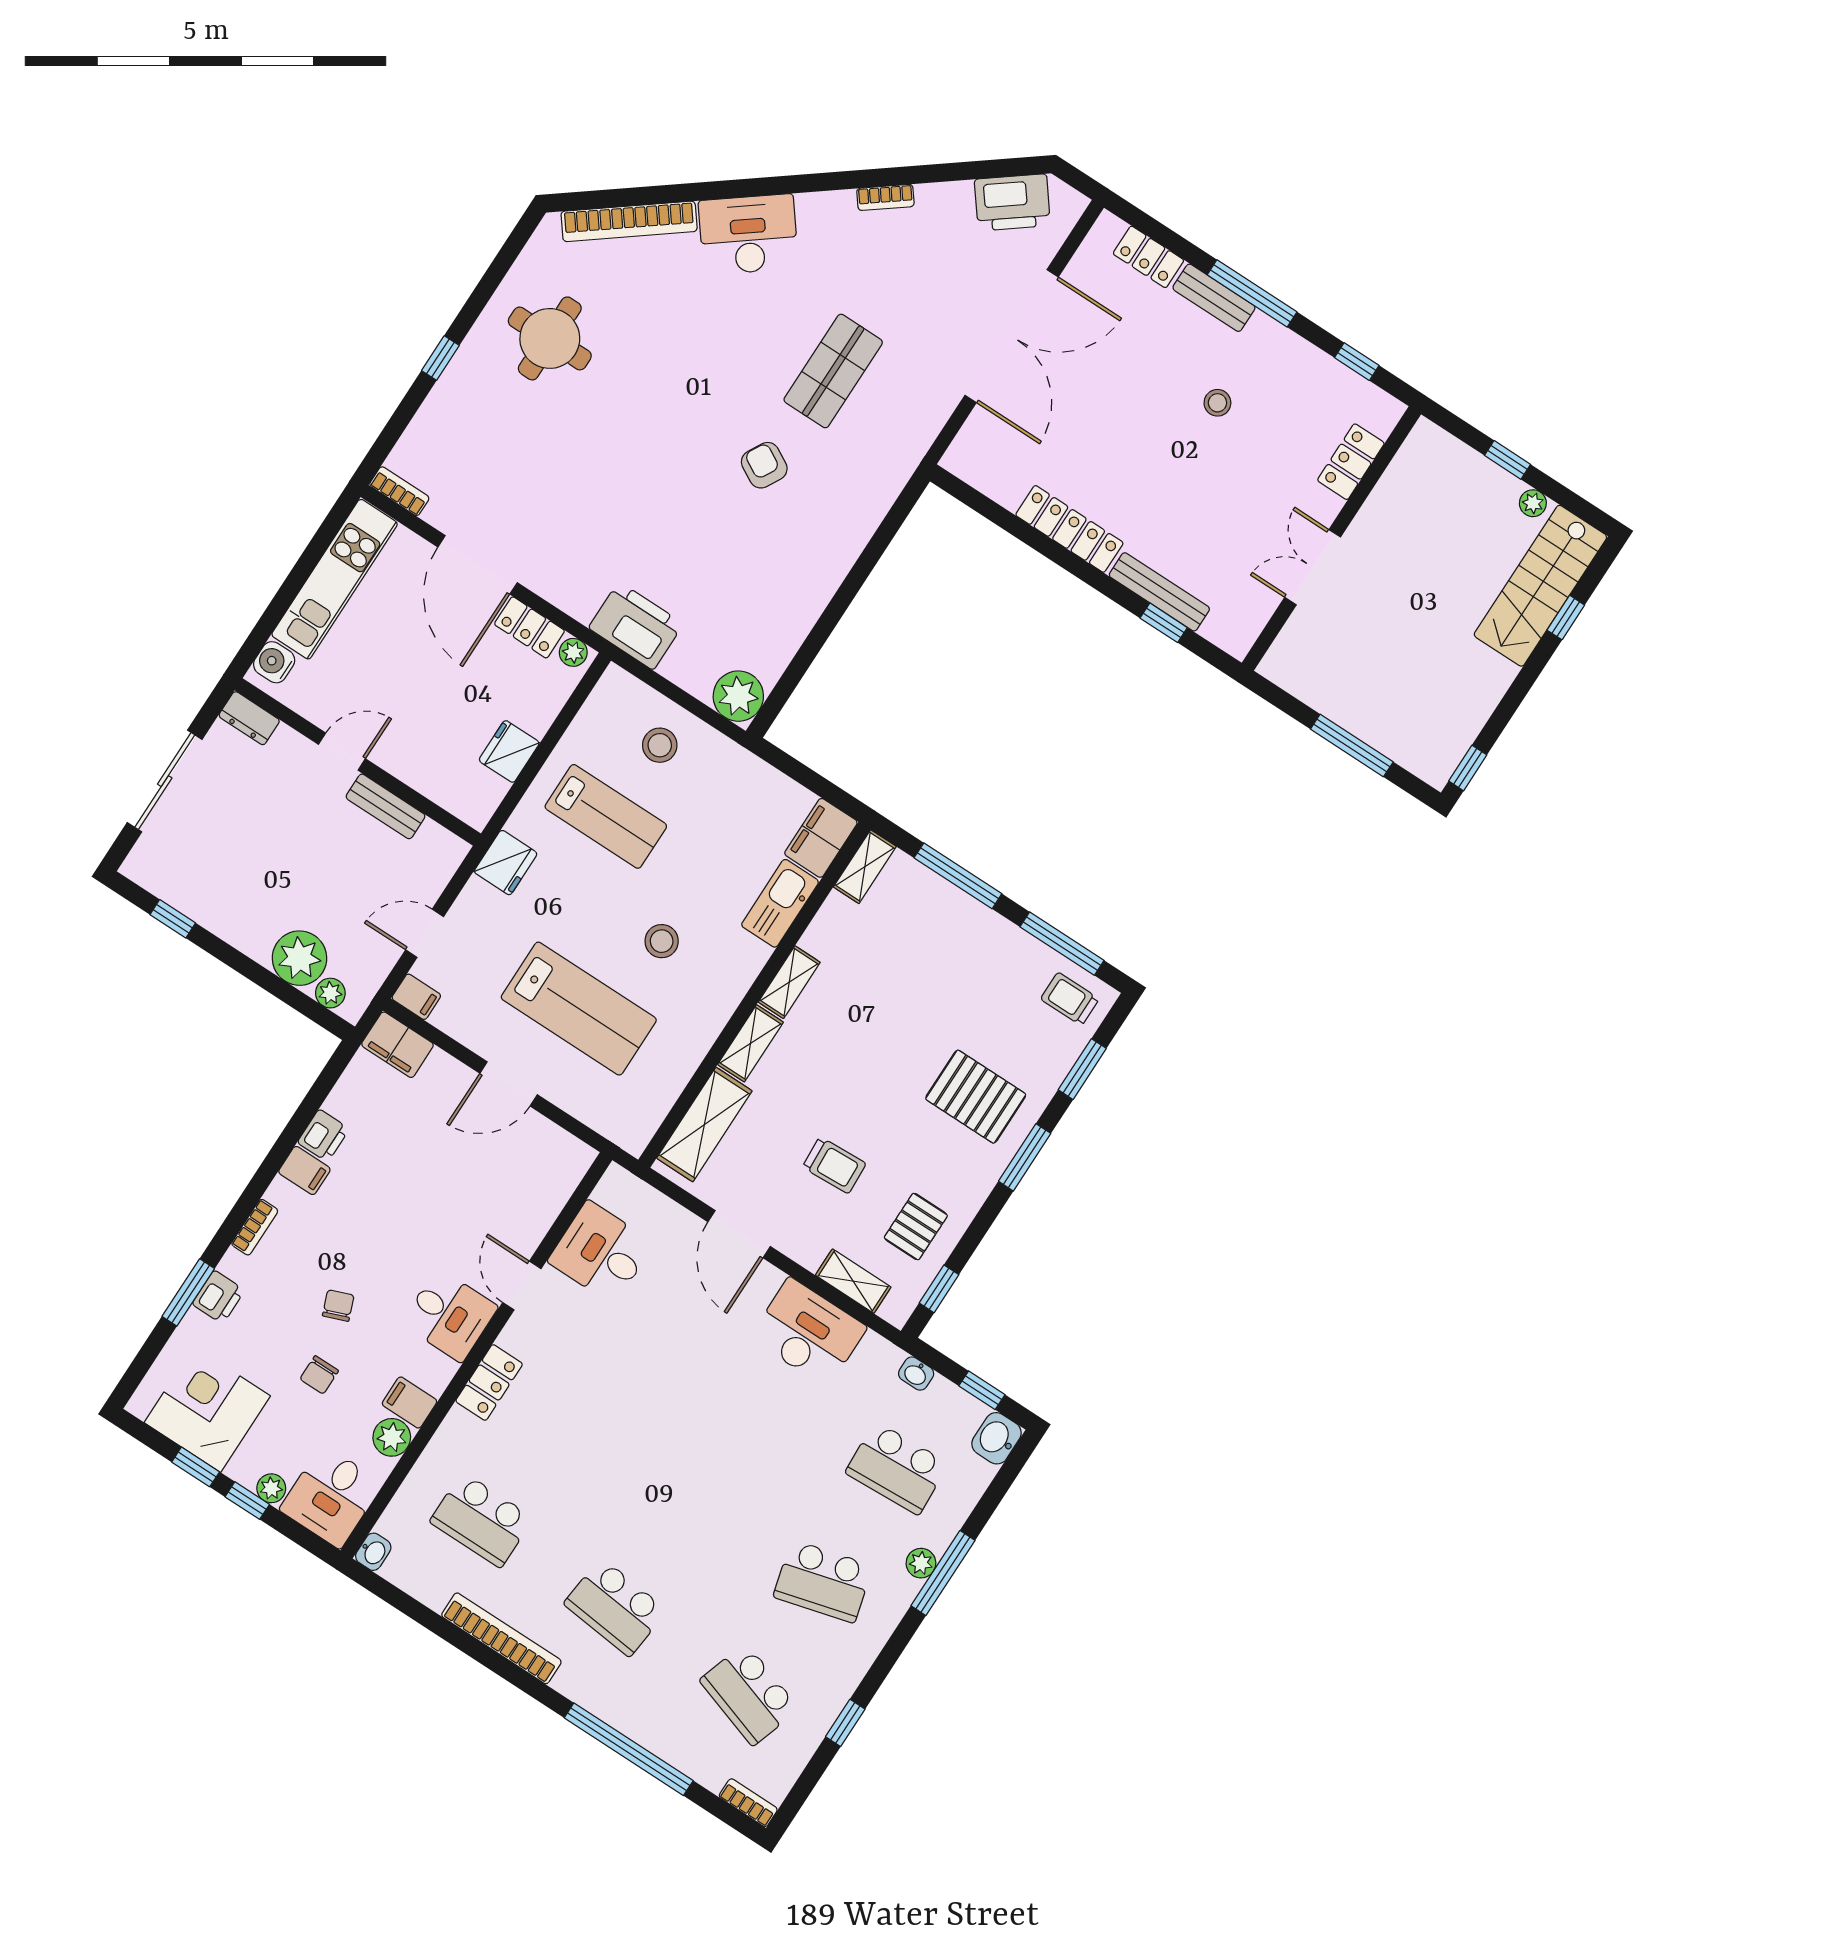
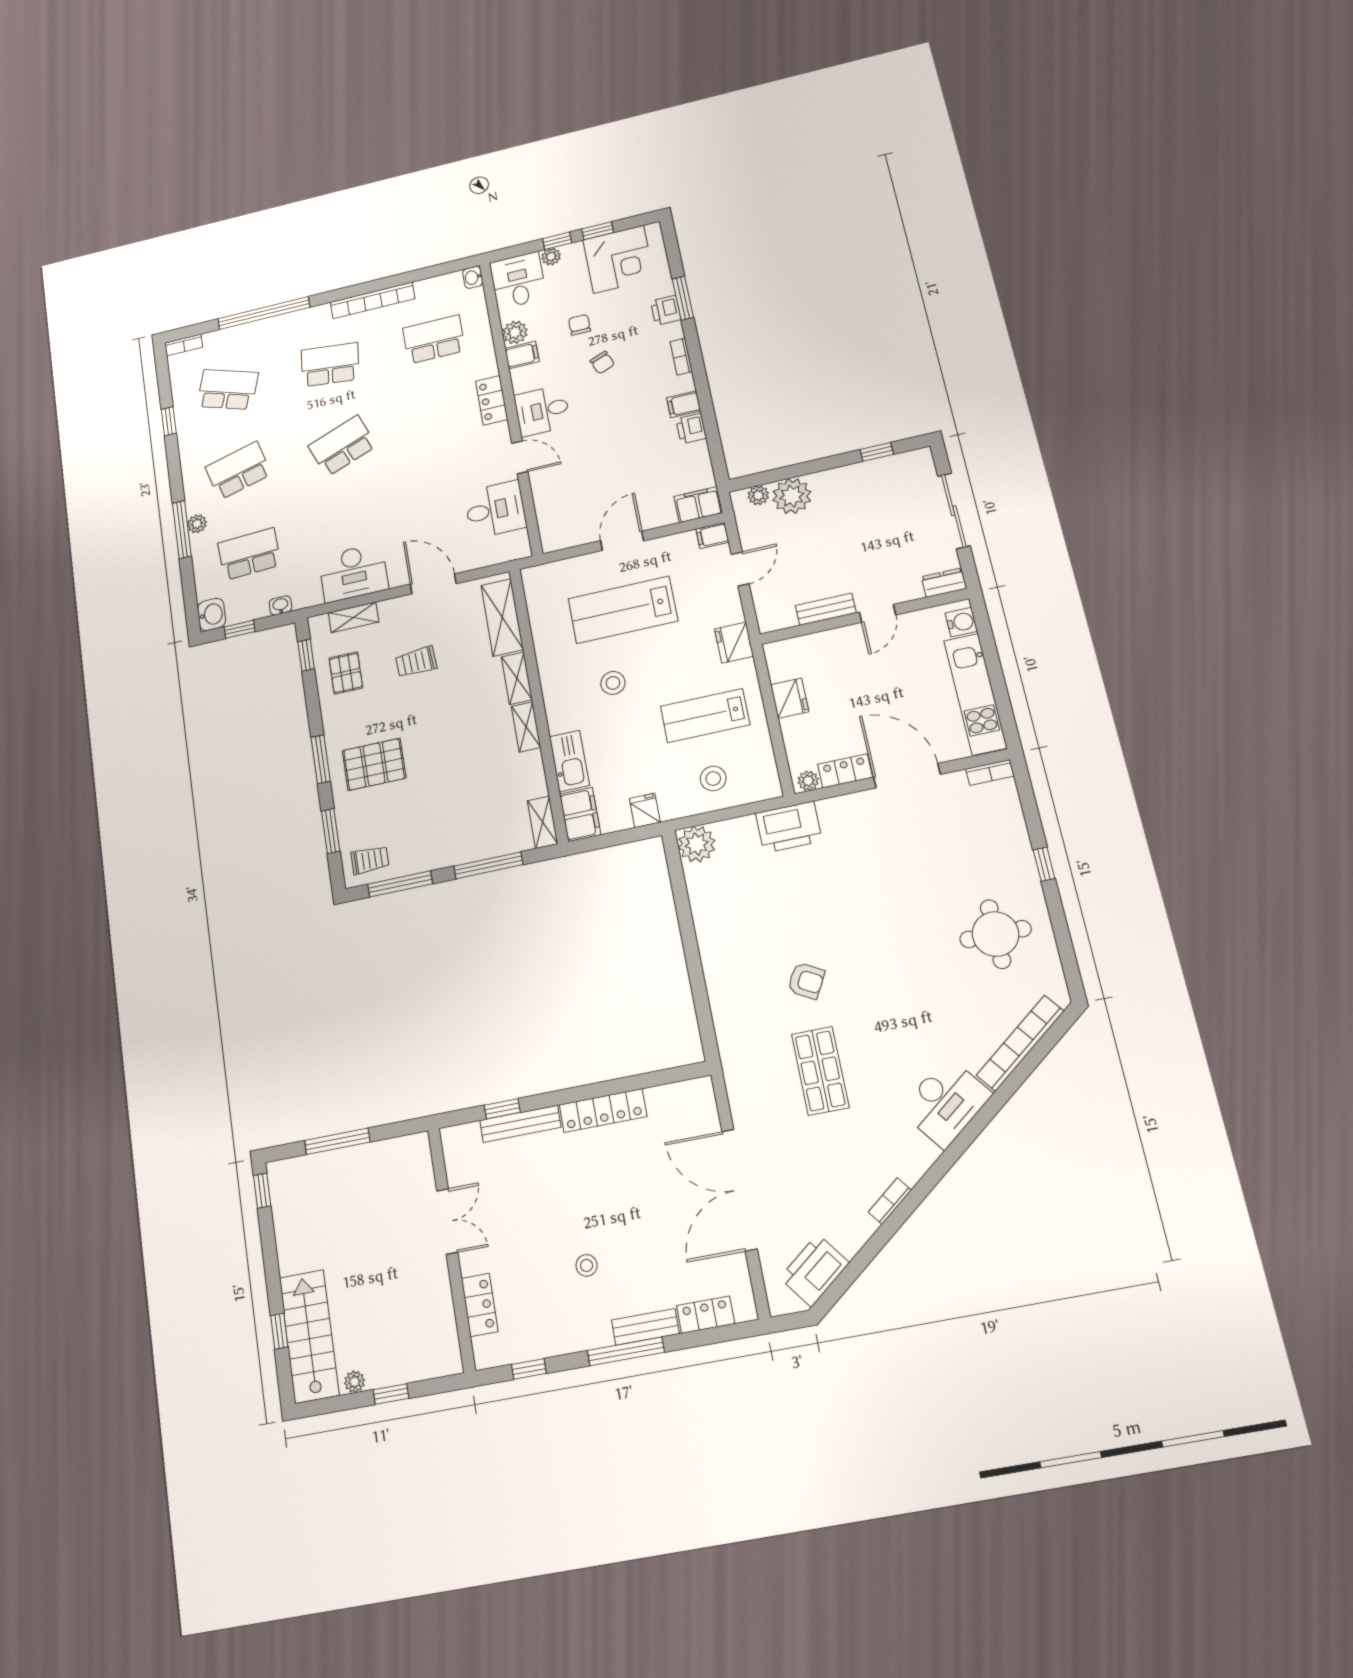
fridge: (755, 779) -> (645, 810), added
school desk: (689, 1494) -> (342, 446), added

